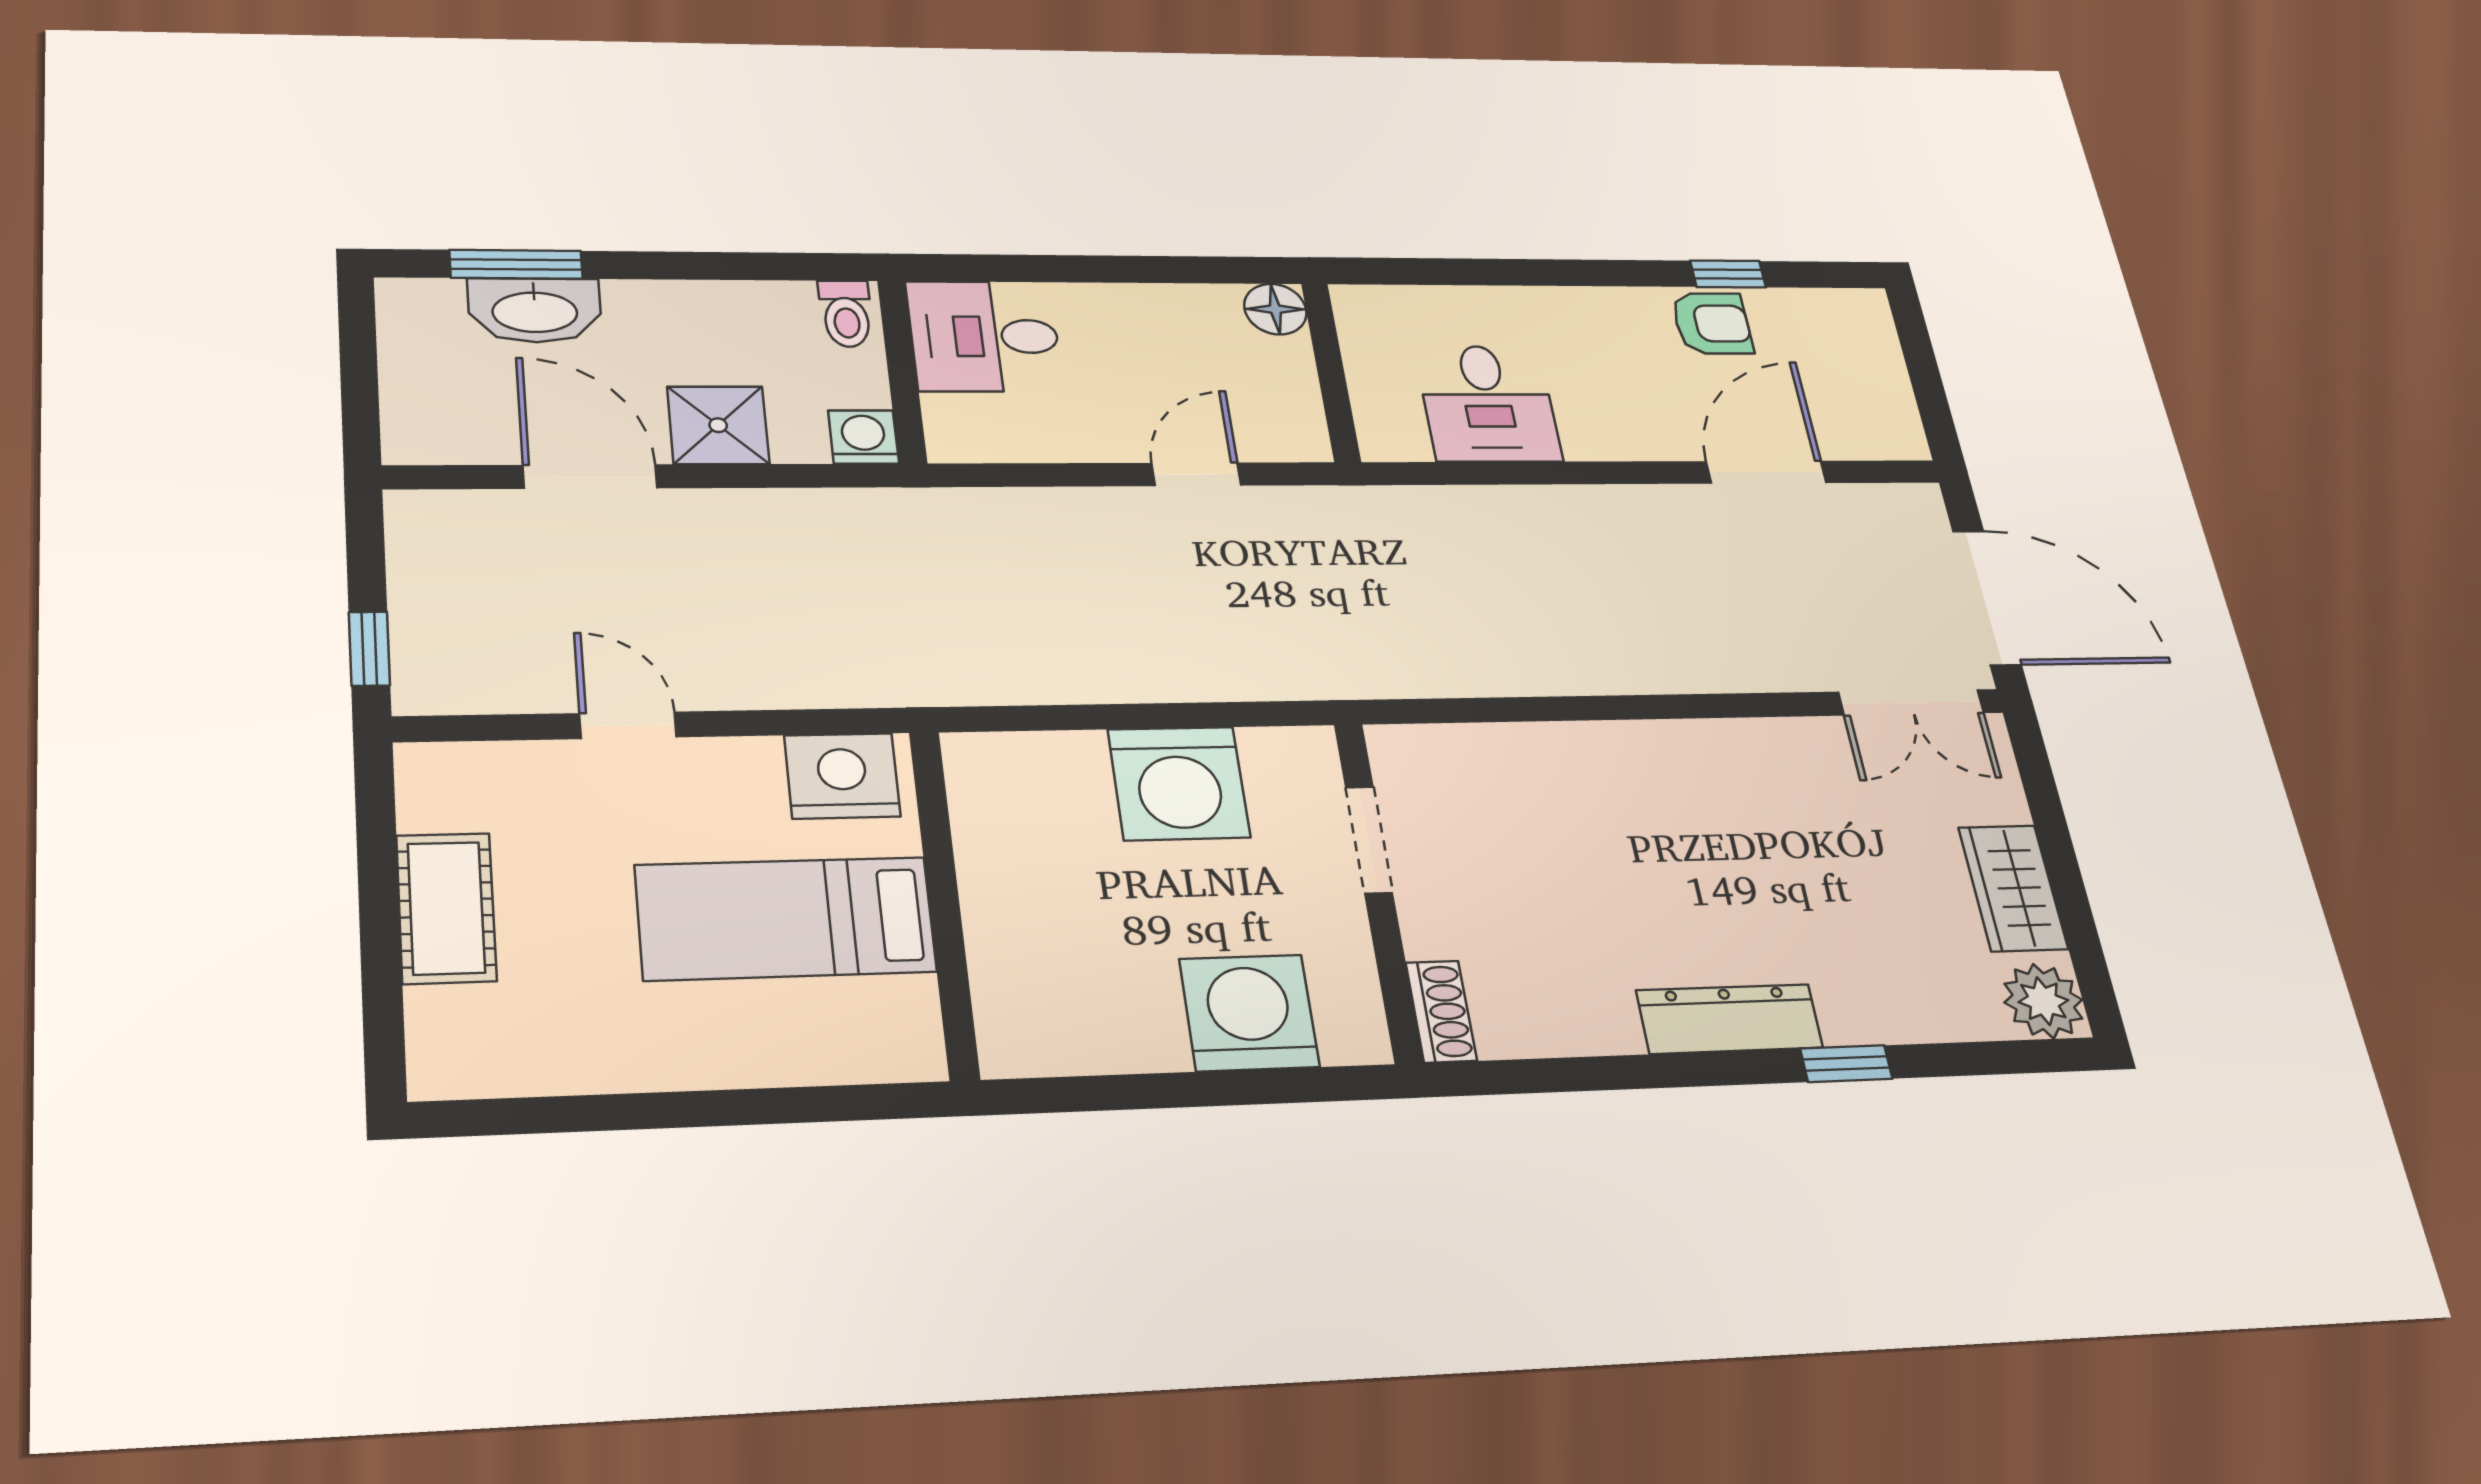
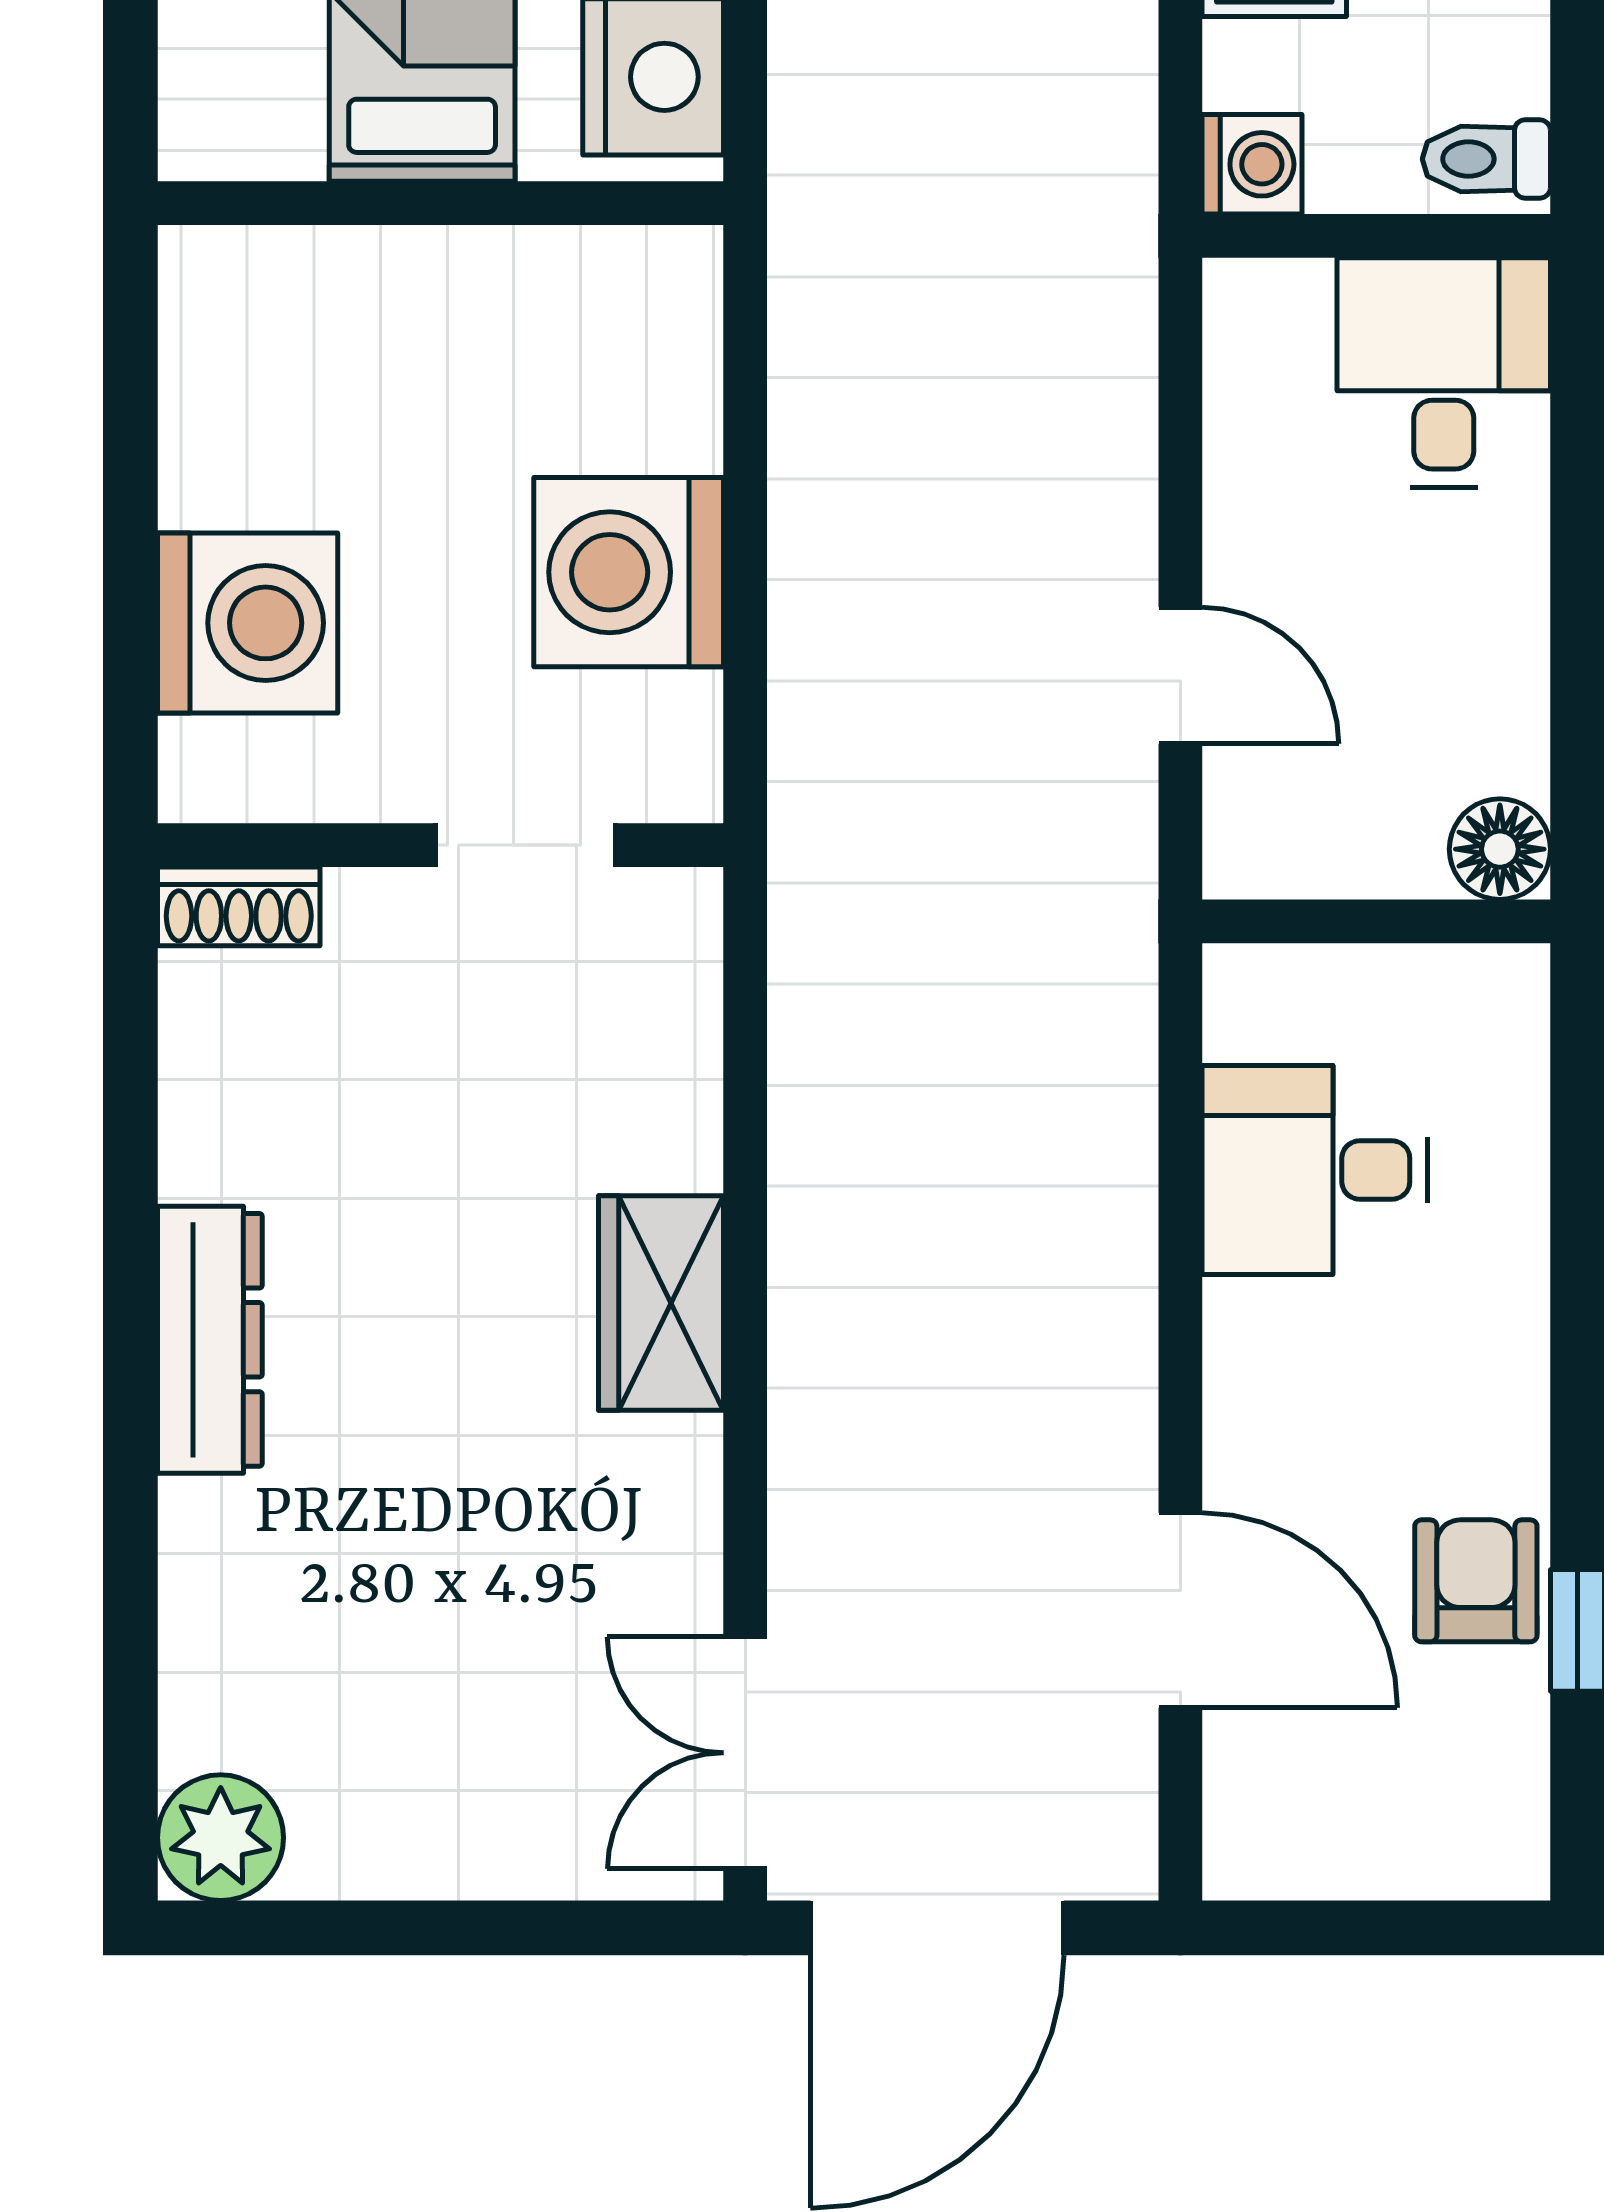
armchair: (1712, 323) -> (1476, 1581), turned 180
wardrobe: (2013, 888) -> (661, 1303), moved, turned -90
window: (1846, 1064) -> (130, 1504), removed

